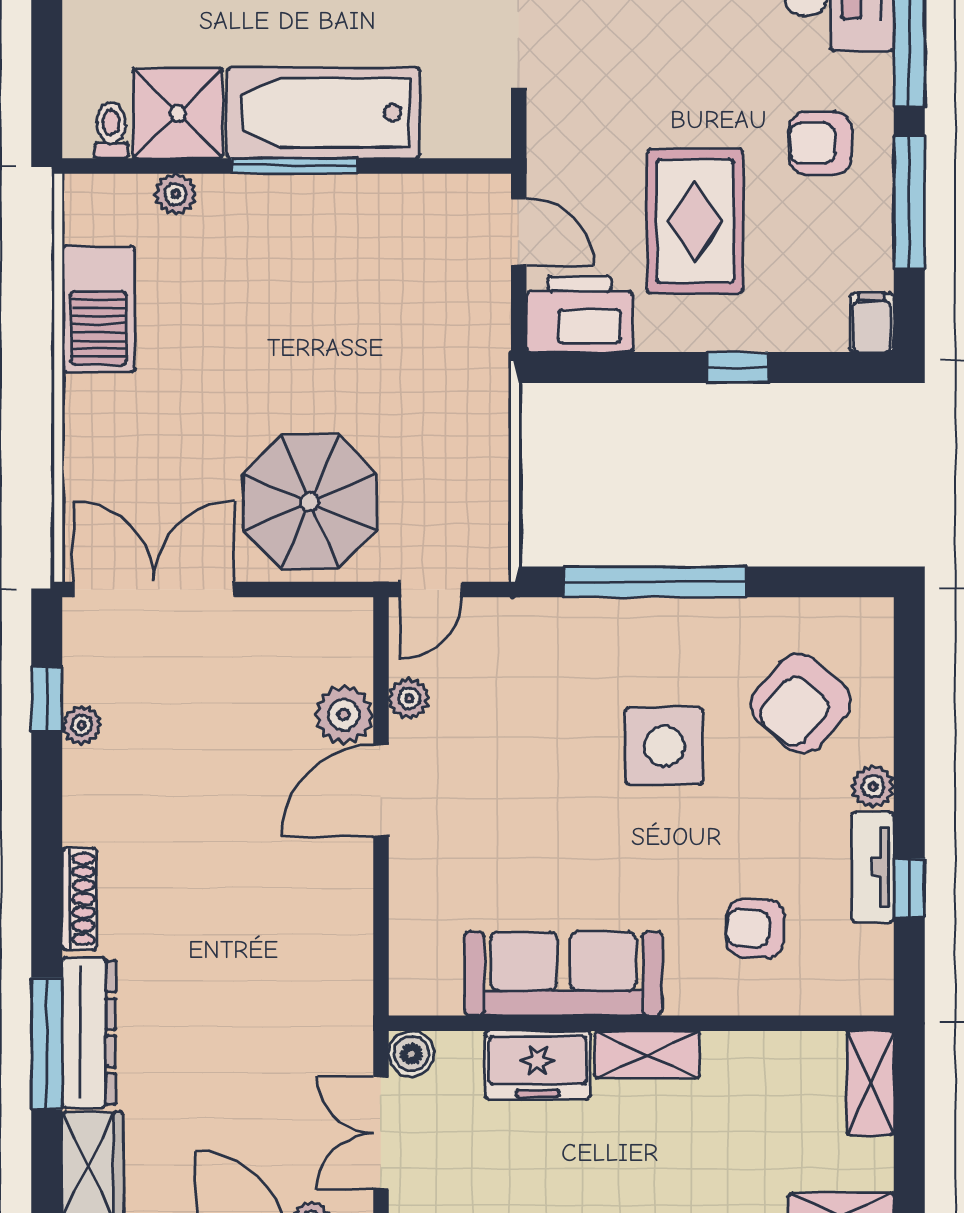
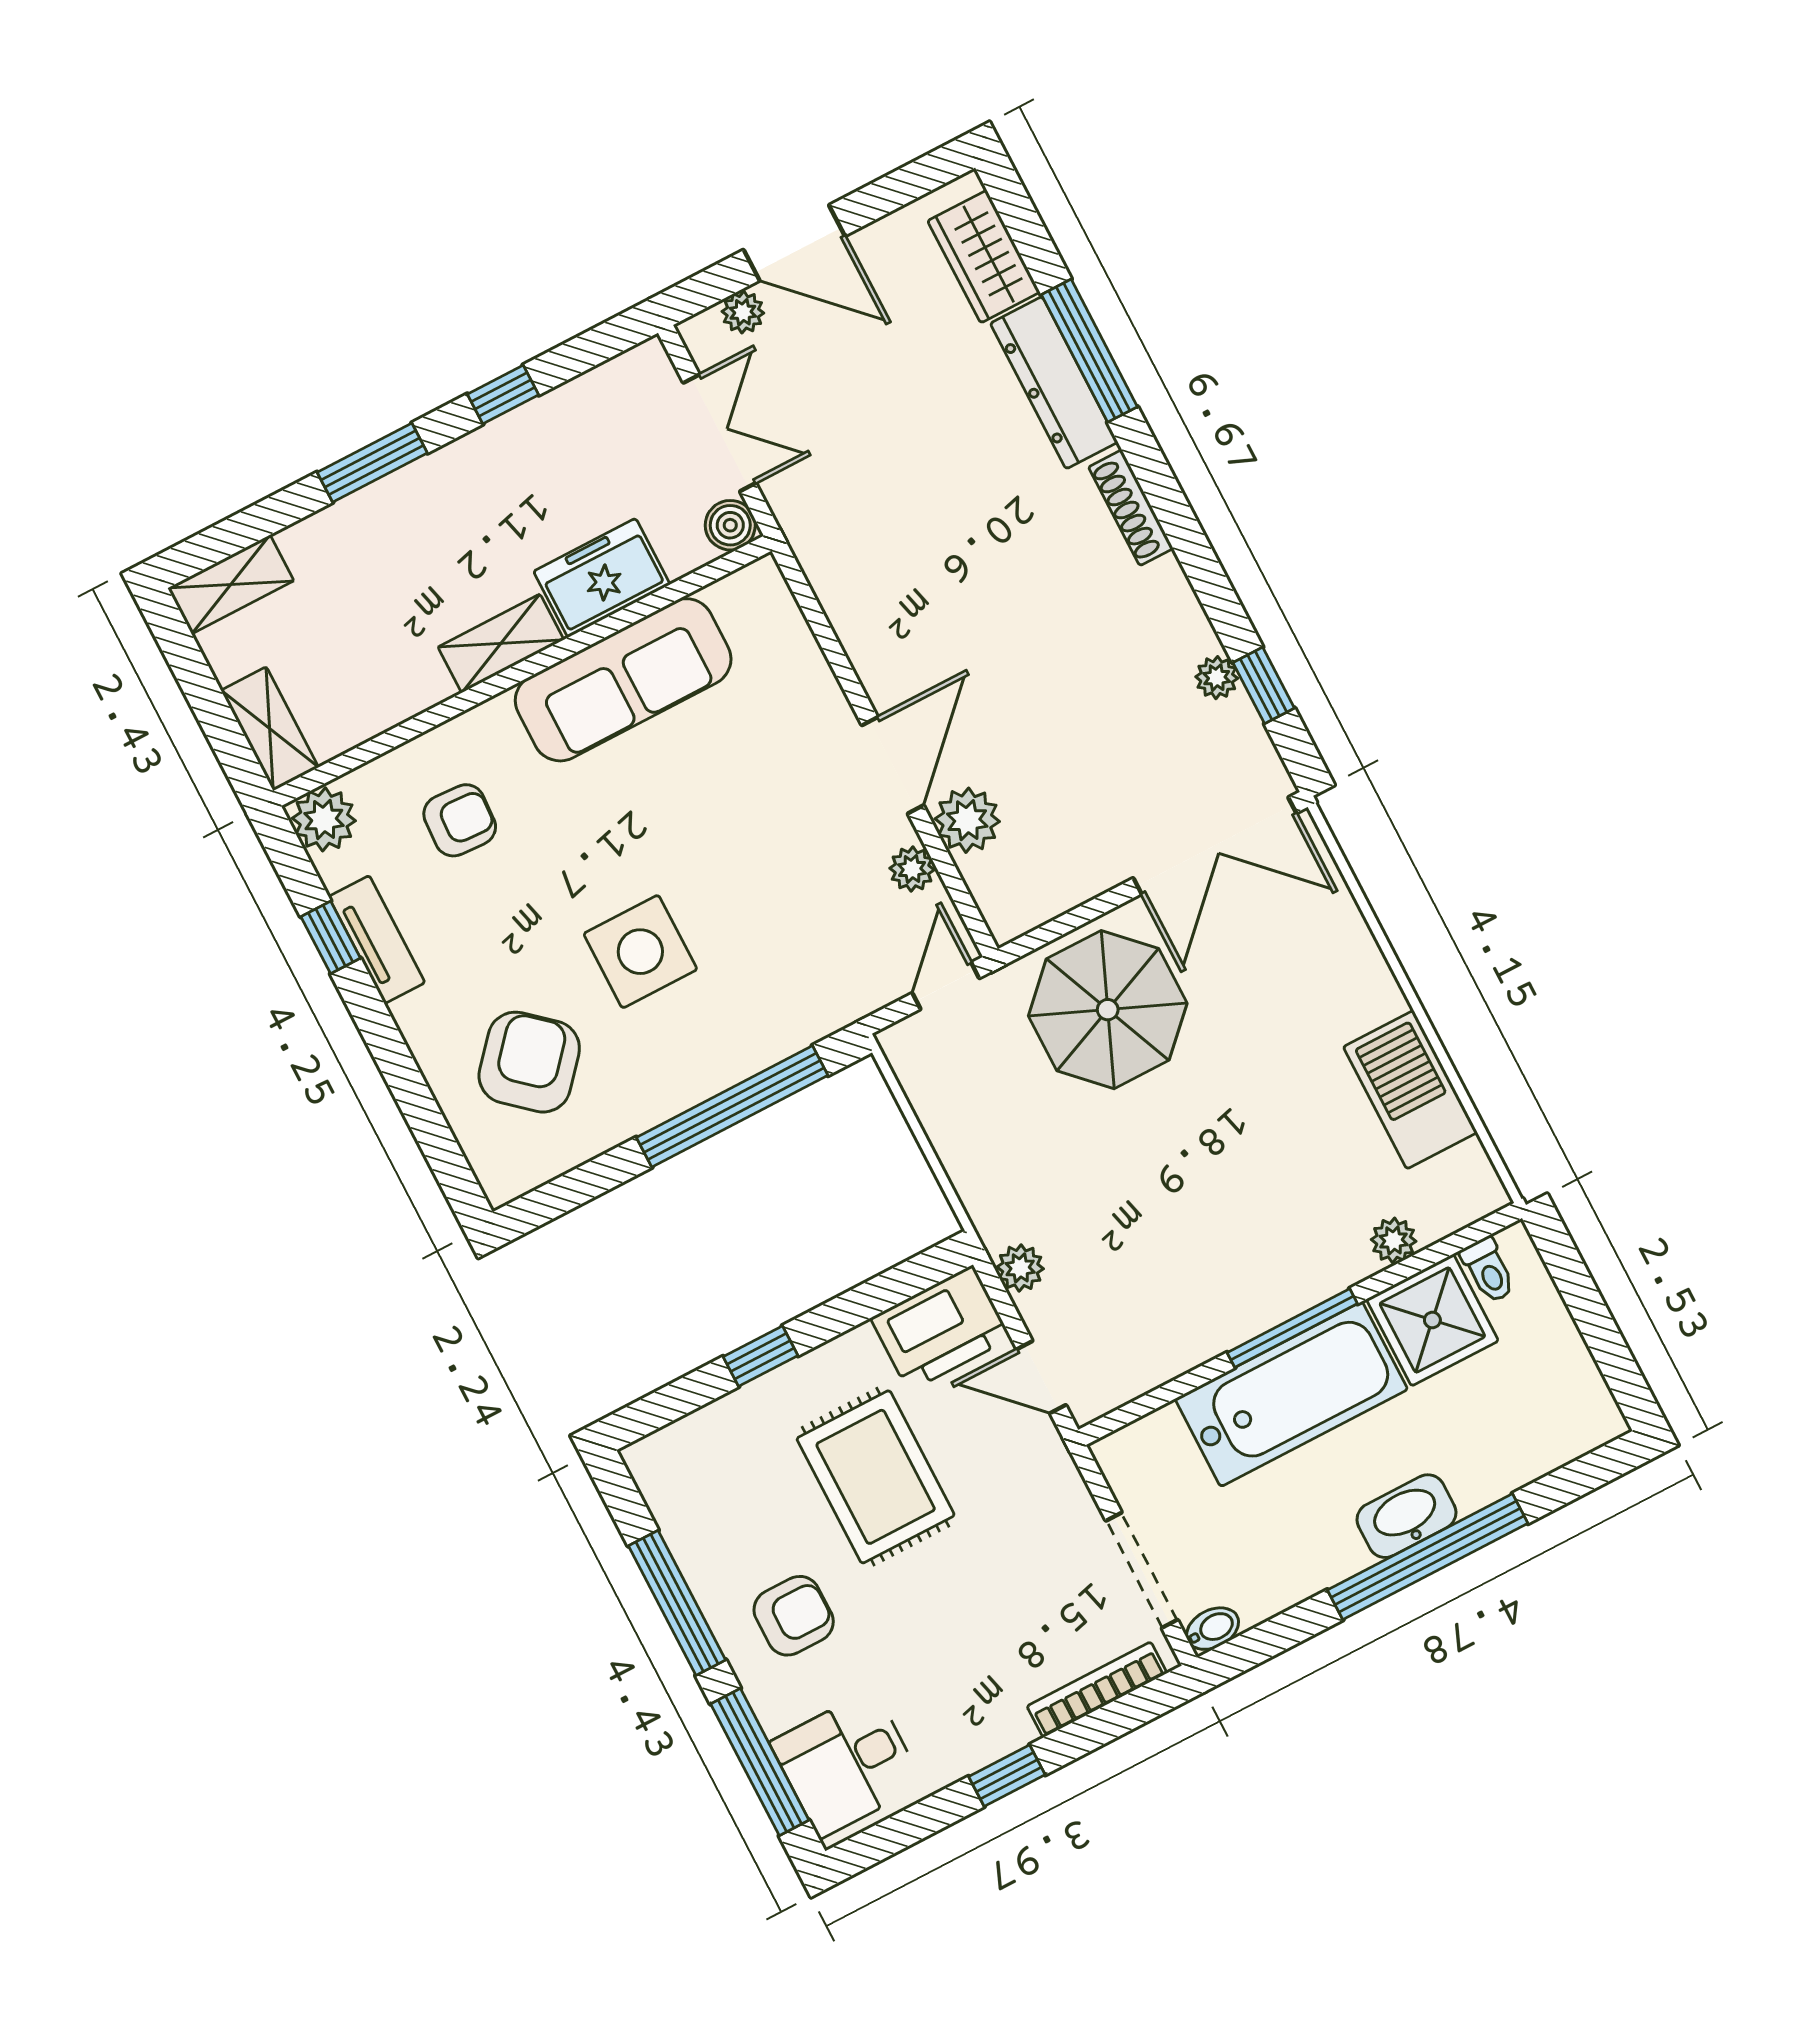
filing cabinet: (872, 323) -> (653, 1467), removed
plant: (490, 329) -> (1020, 1268), added
plant: (873, 786) -> (324, 819), moved, width x1.38, depth x1.38

